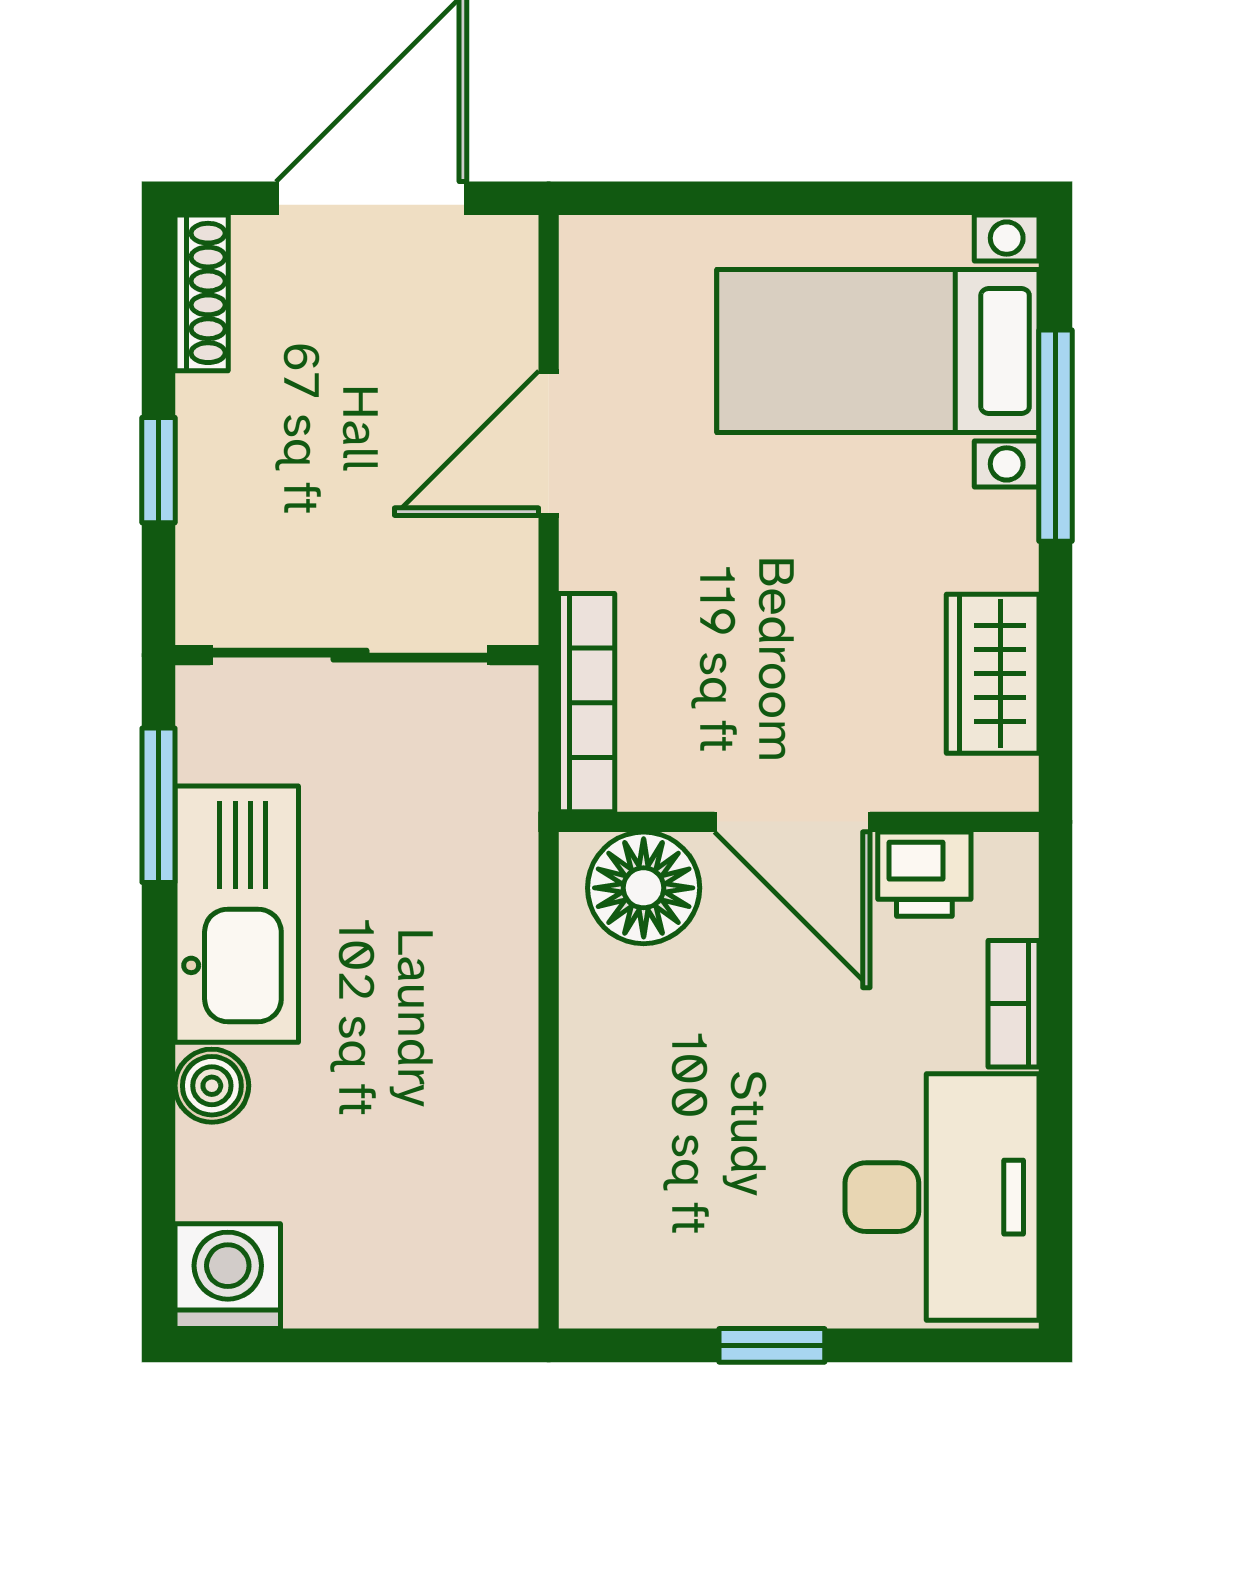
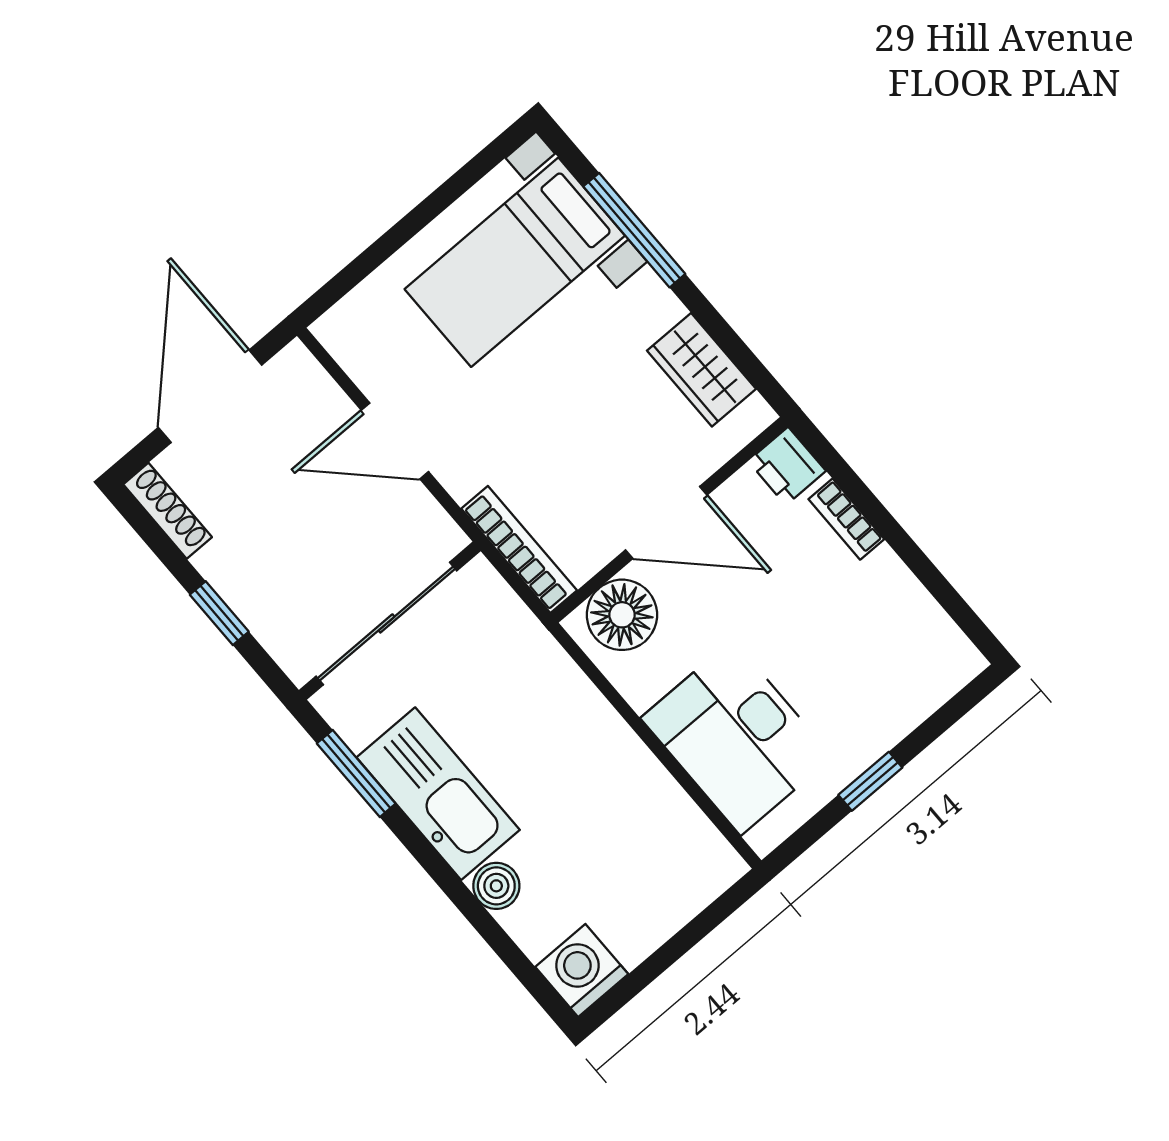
door: (549, 443) -> (395, 441), hinge flipped
printer: (924, 874) -> (787, 466), moved, turned 90
desk: (942, 1197) -> (737, 738), moved, turned 180

